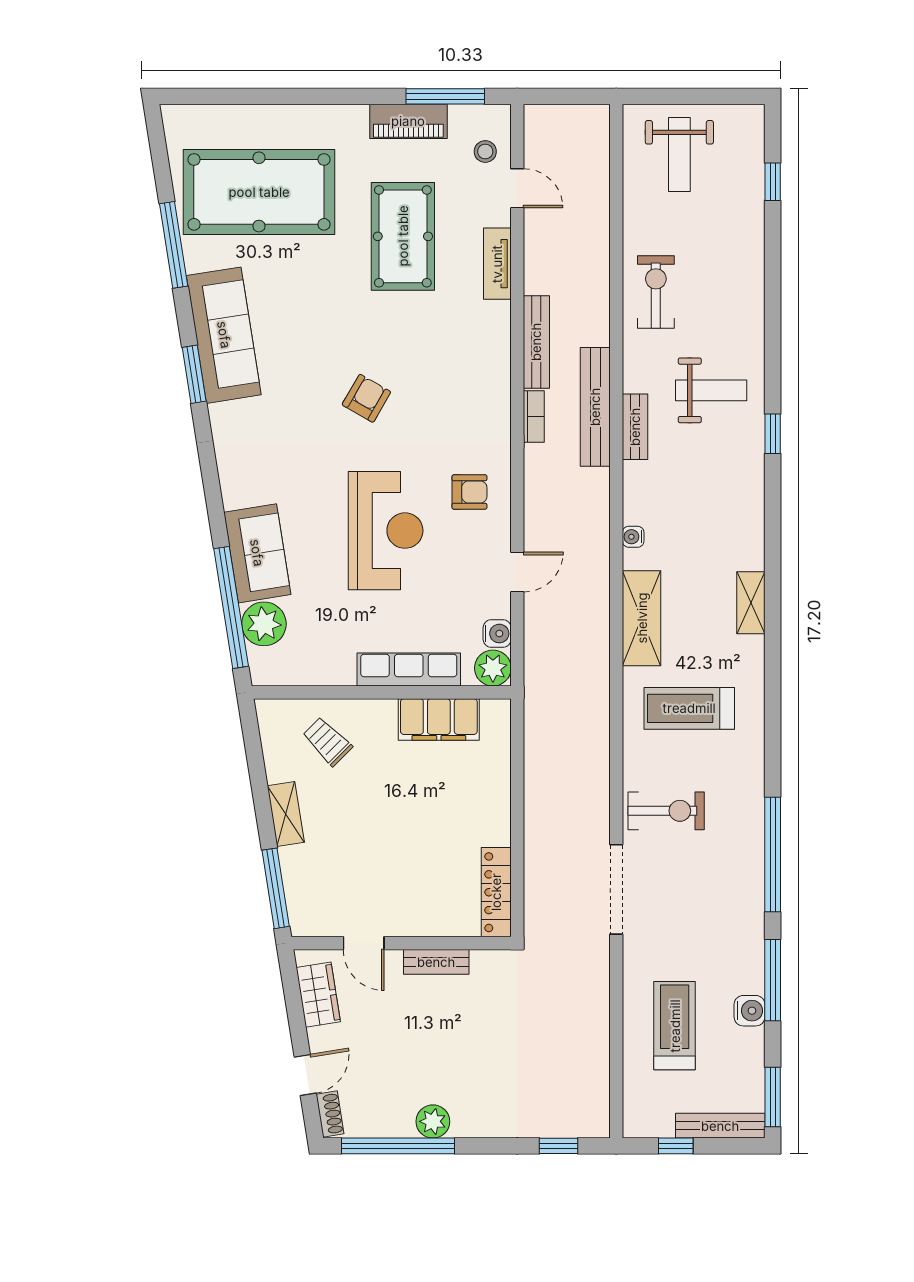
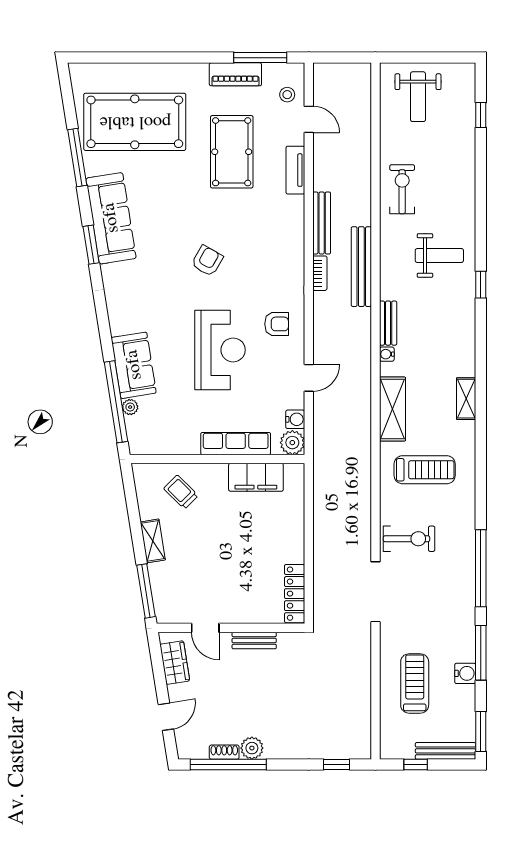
bench: (635, 427) -> (388, 323), moved
plant: (264, 624) -> (130, 407), width x0.53, depth x0.53
treadmill: (689, 708) -> (425, 470), turned 180
shoe rack: (330, 1114) -> (224, 752), moved, turned -81

